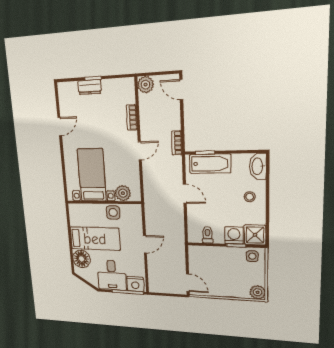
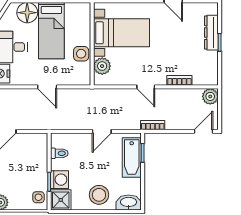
dresser: (90, 87) -> (211, 33), width x1.44
stool: (250, 197) -> (99, 195), width x1.89, depth x1.89

